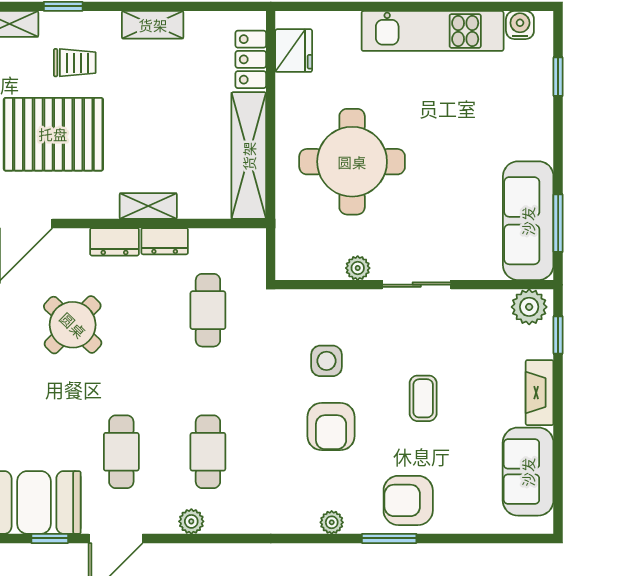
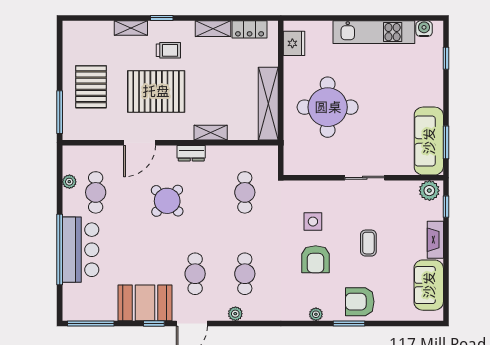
locker: (251, 59) -> (250, 29), moved, turned -90
dresser: (165, 241) -> (220, 153), removed
plant: (358, 268) -> (331, 168), removed

